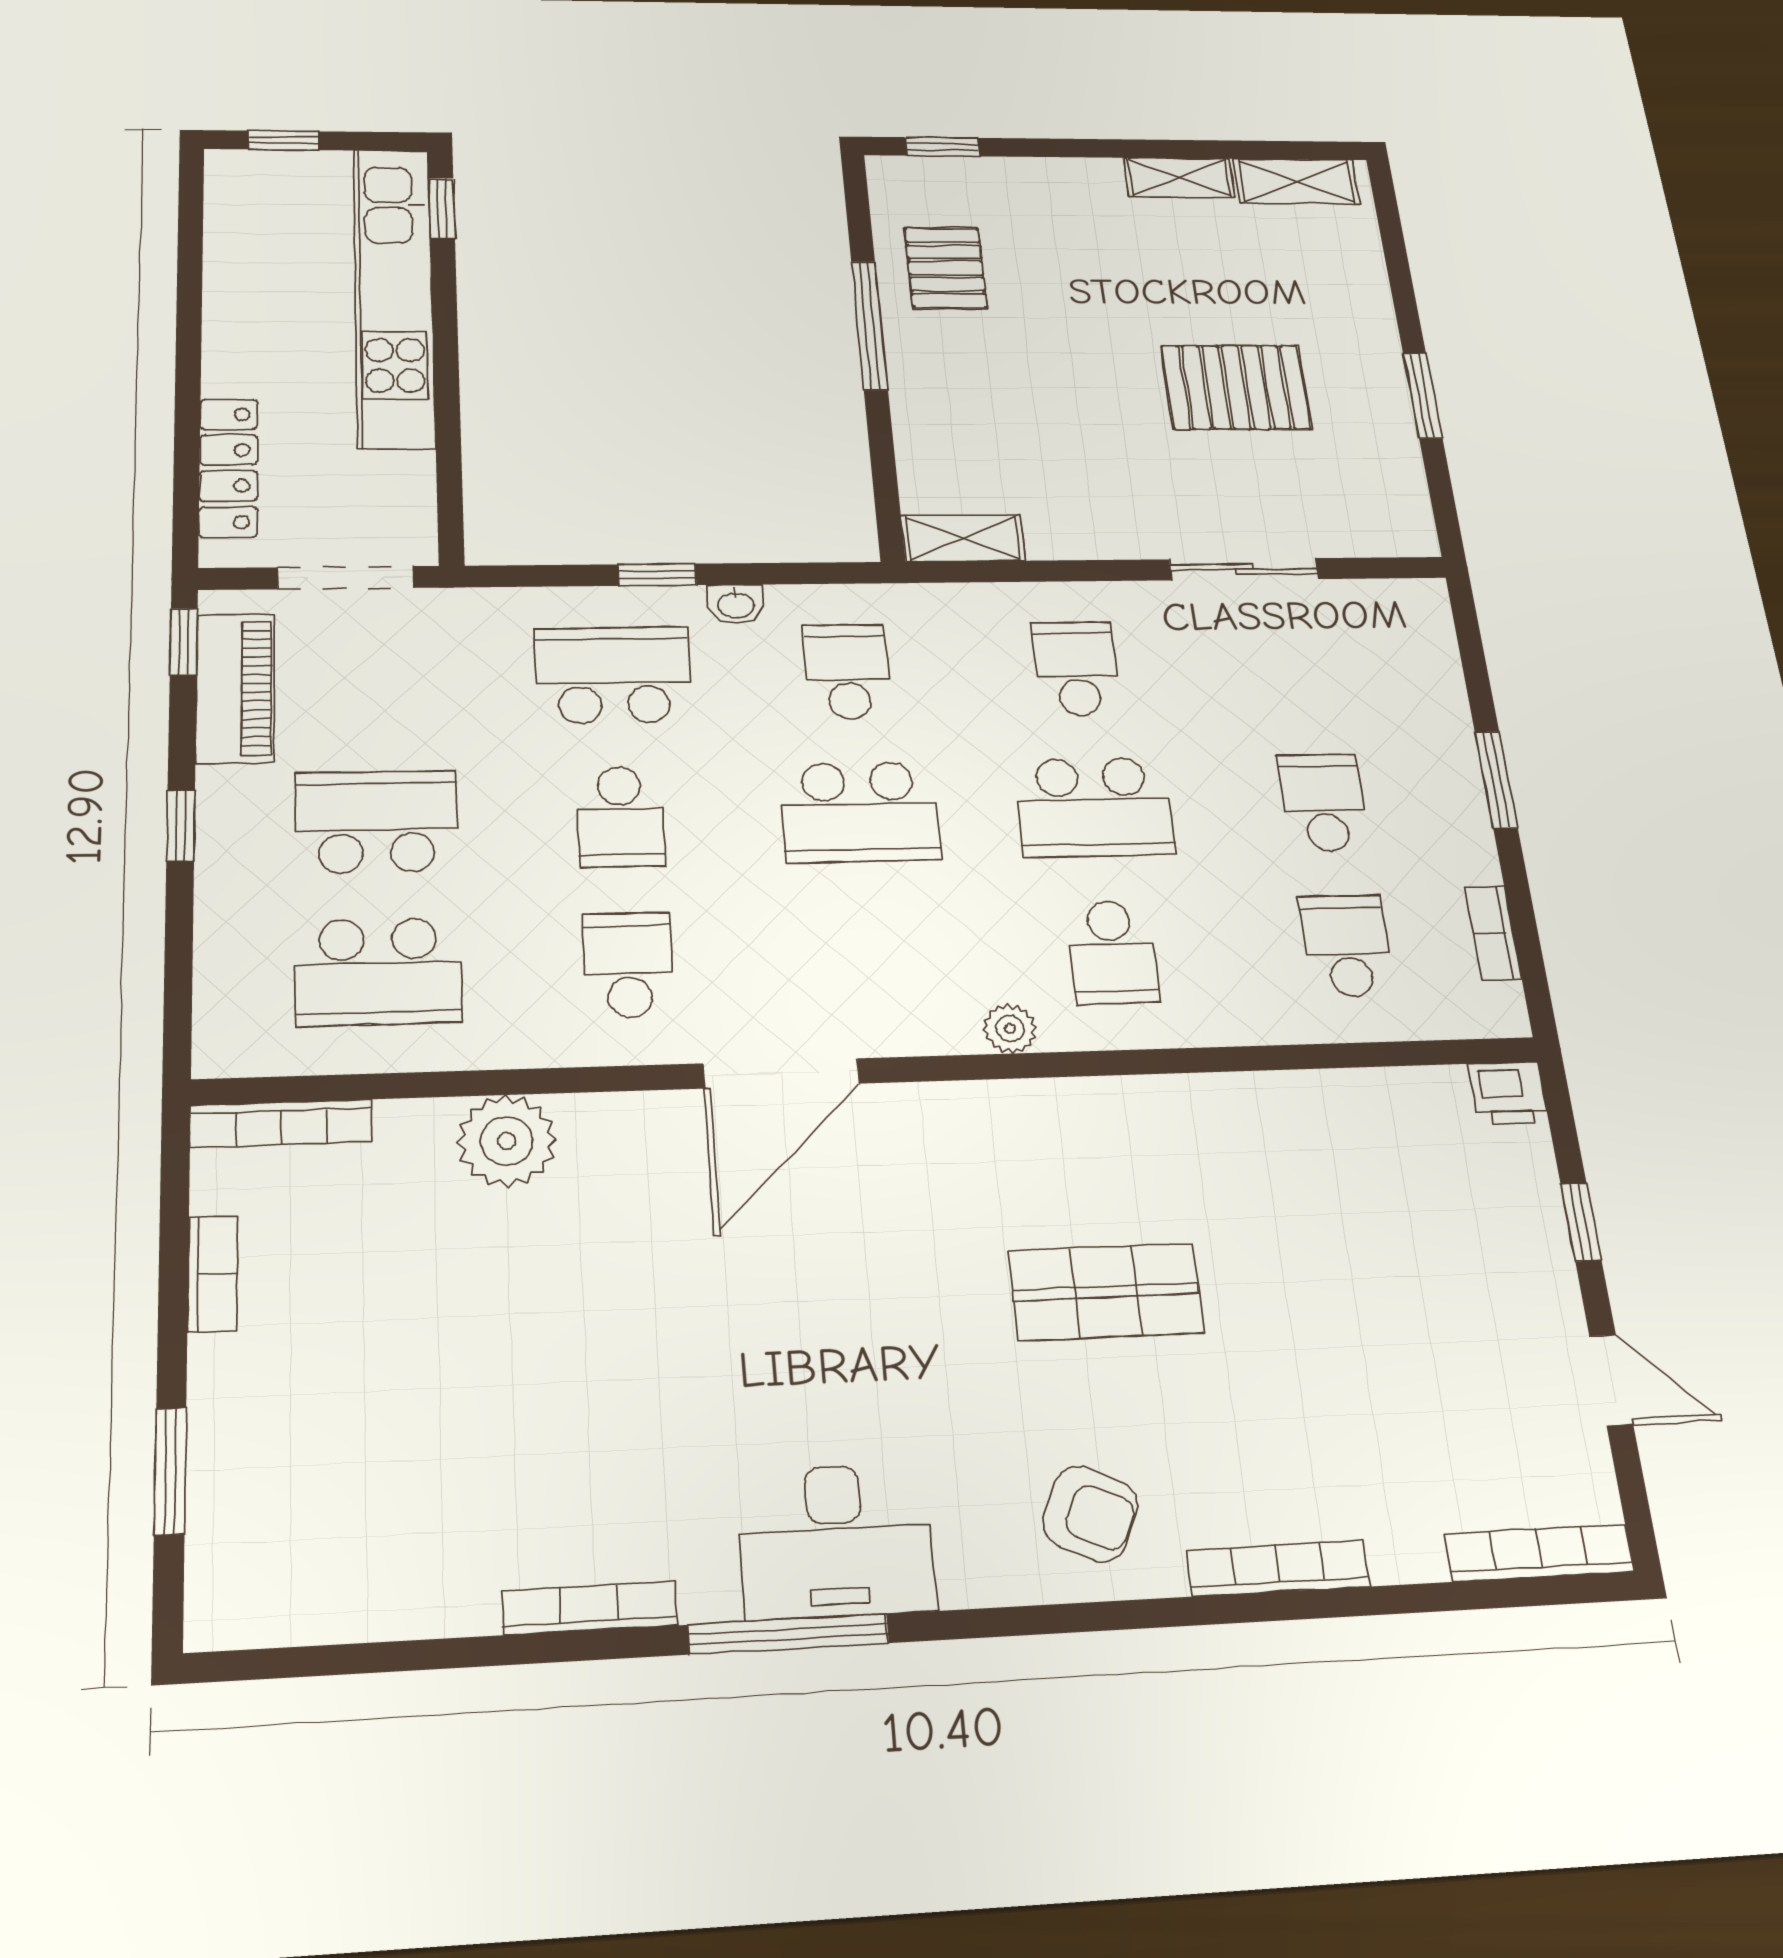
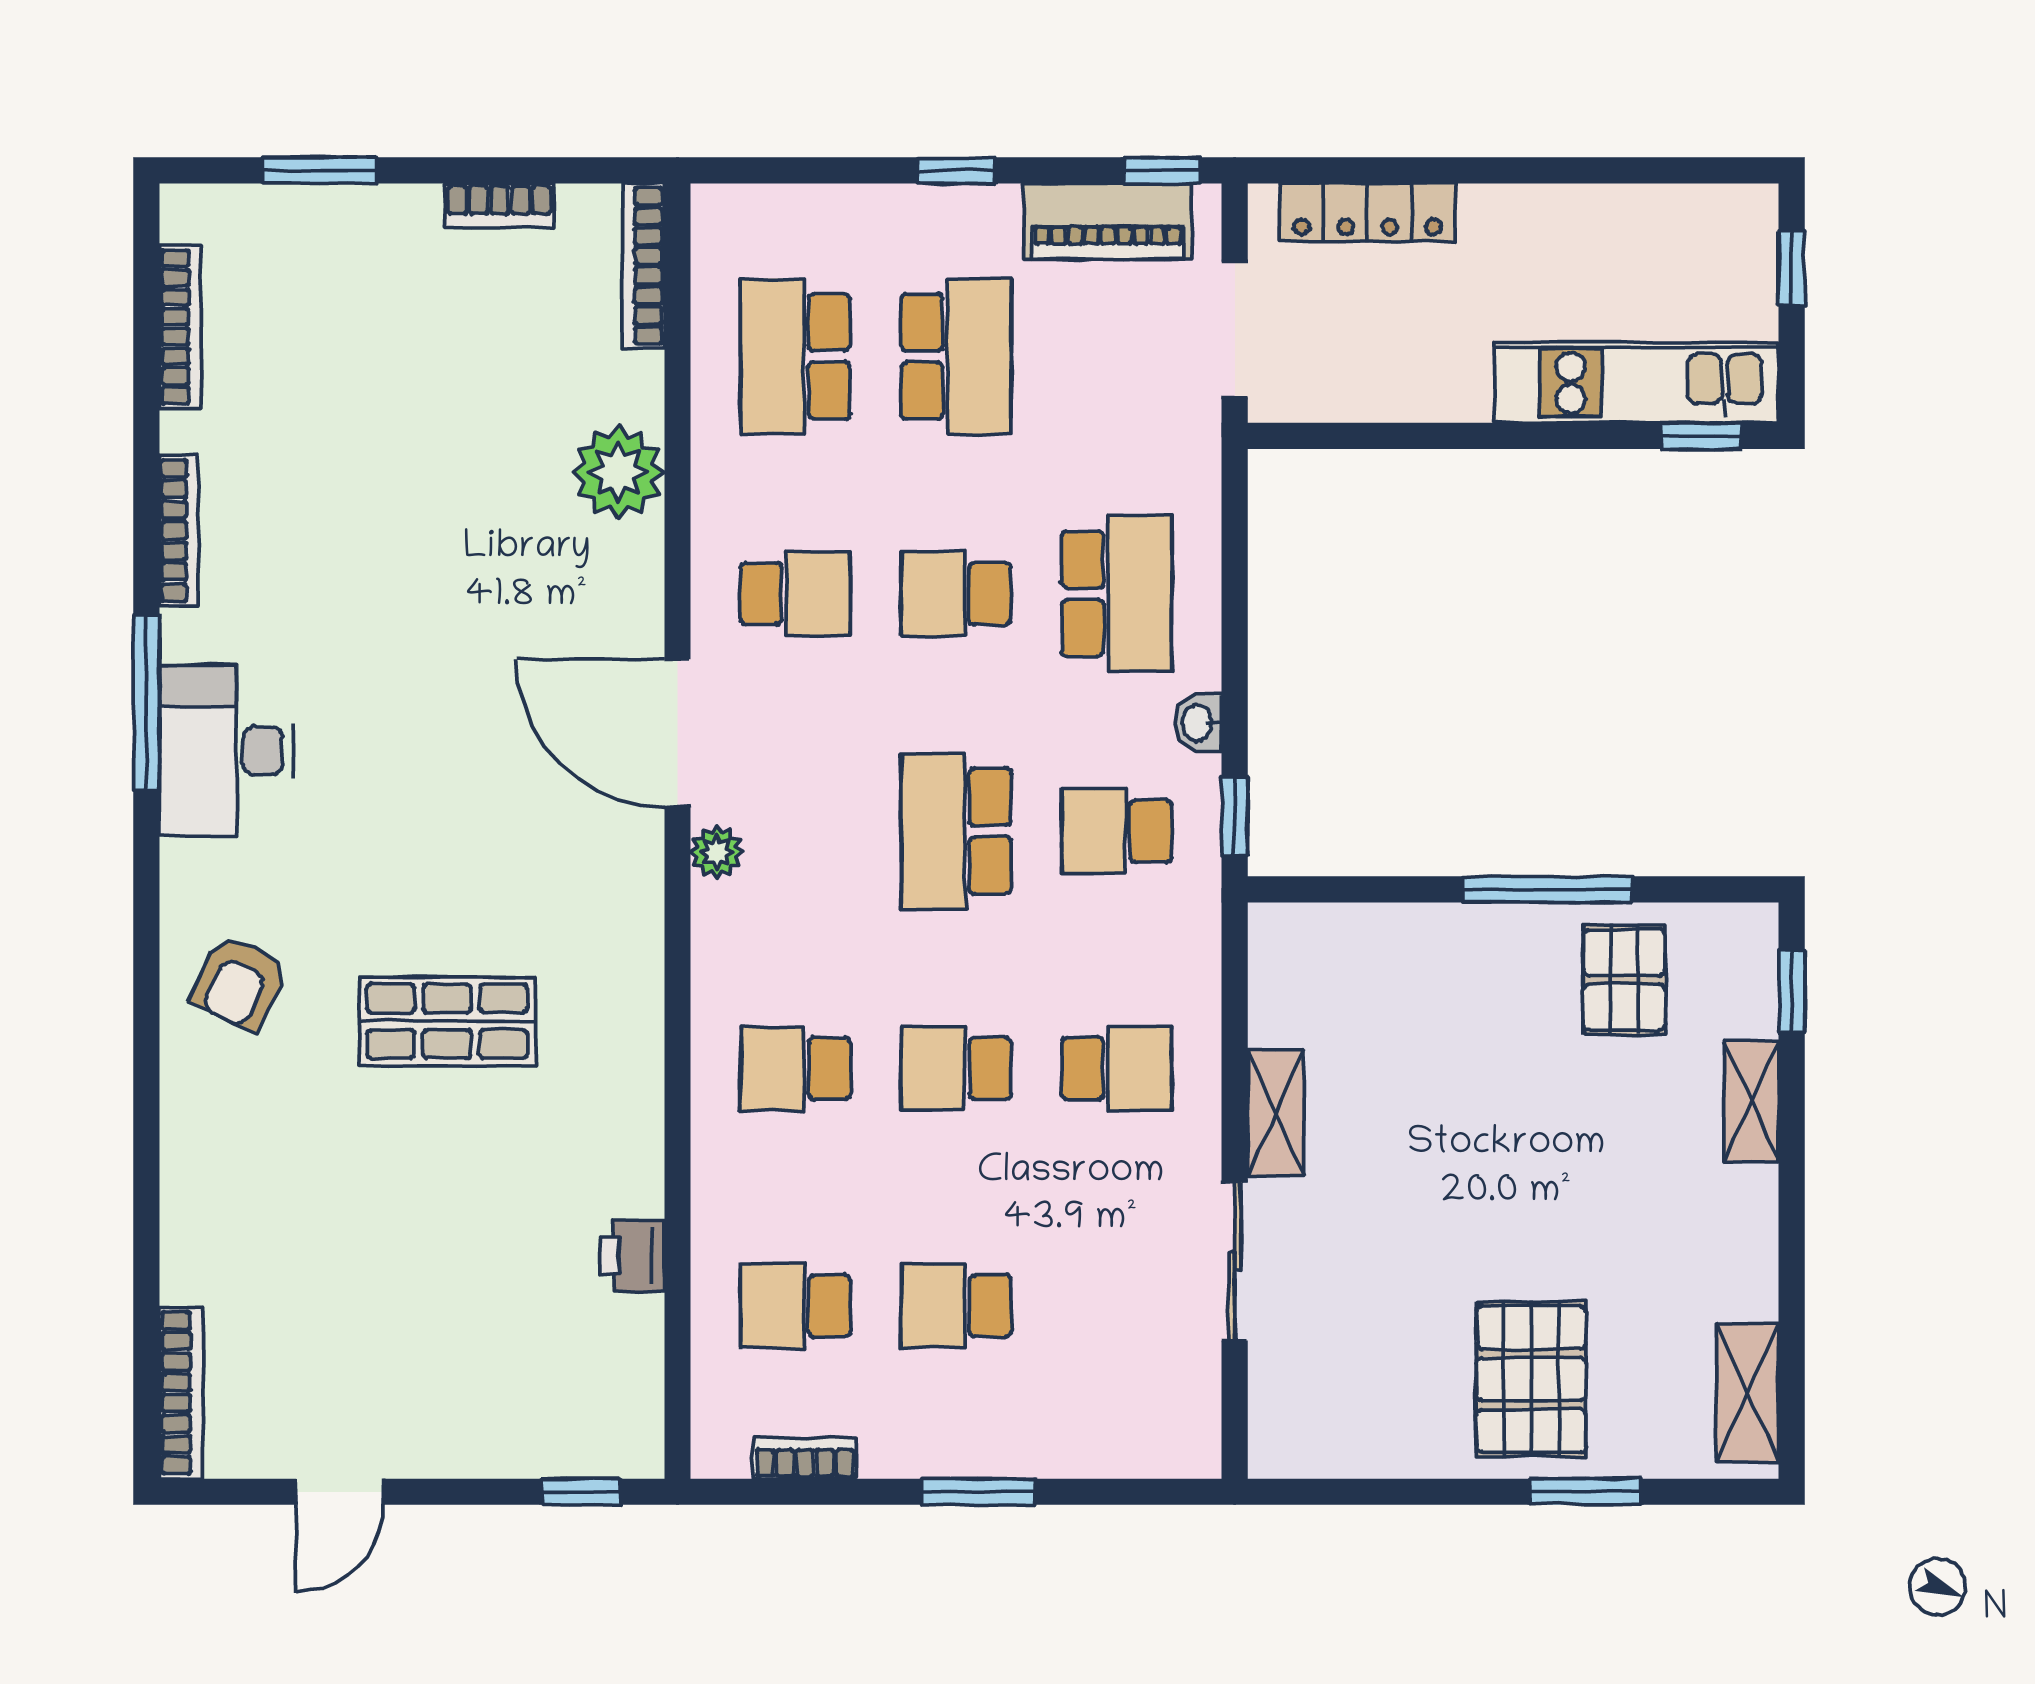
shelving: (1179, 178) -> (1751, 1102), moved
pallet: (946, 268) -> (1624, 980), turned 90
kitchen unit: (394, 296) -> (1636, 383), width x0.73
pallet: (1236, 387) -> (1531, 1379), moved
window: (1423, 395) -> (1585, 1492), moved
shelving: (963, 538) -> (1276, 1113), moved
window: (657, 575) -> (1235, 816), moved
school desk: (847, 672) -> (1117, 831), turned 180
school desk: (1323, 803) -> (956, 1306), turned 180
school desk: (1094, 807) -> (956, 1068), width x0.54
school desk: (1347, 946) -> (795, 1306), turned 180
plant: (1010, 1029) -> (717, 852), moved
printer: (1508, 1093) -> (632, 1255), moved
window: (1581, 1222) -> (581, 1492), moved
shop shelf: (1106, 1292) -> (447, 1021), turned 90
bookcase: (1278, 1568) -> (180, 327), moved

